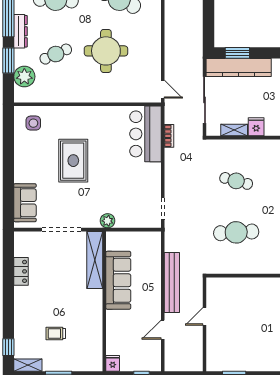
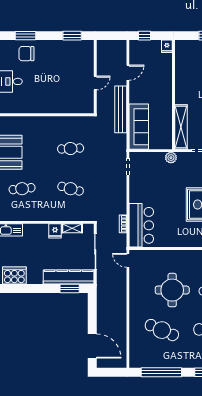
cafe table: (236, 232) -> (71, 149), width x0.73, depth x0.74
sofa: (118, 280) -> (139, 127), moved, turned 180

